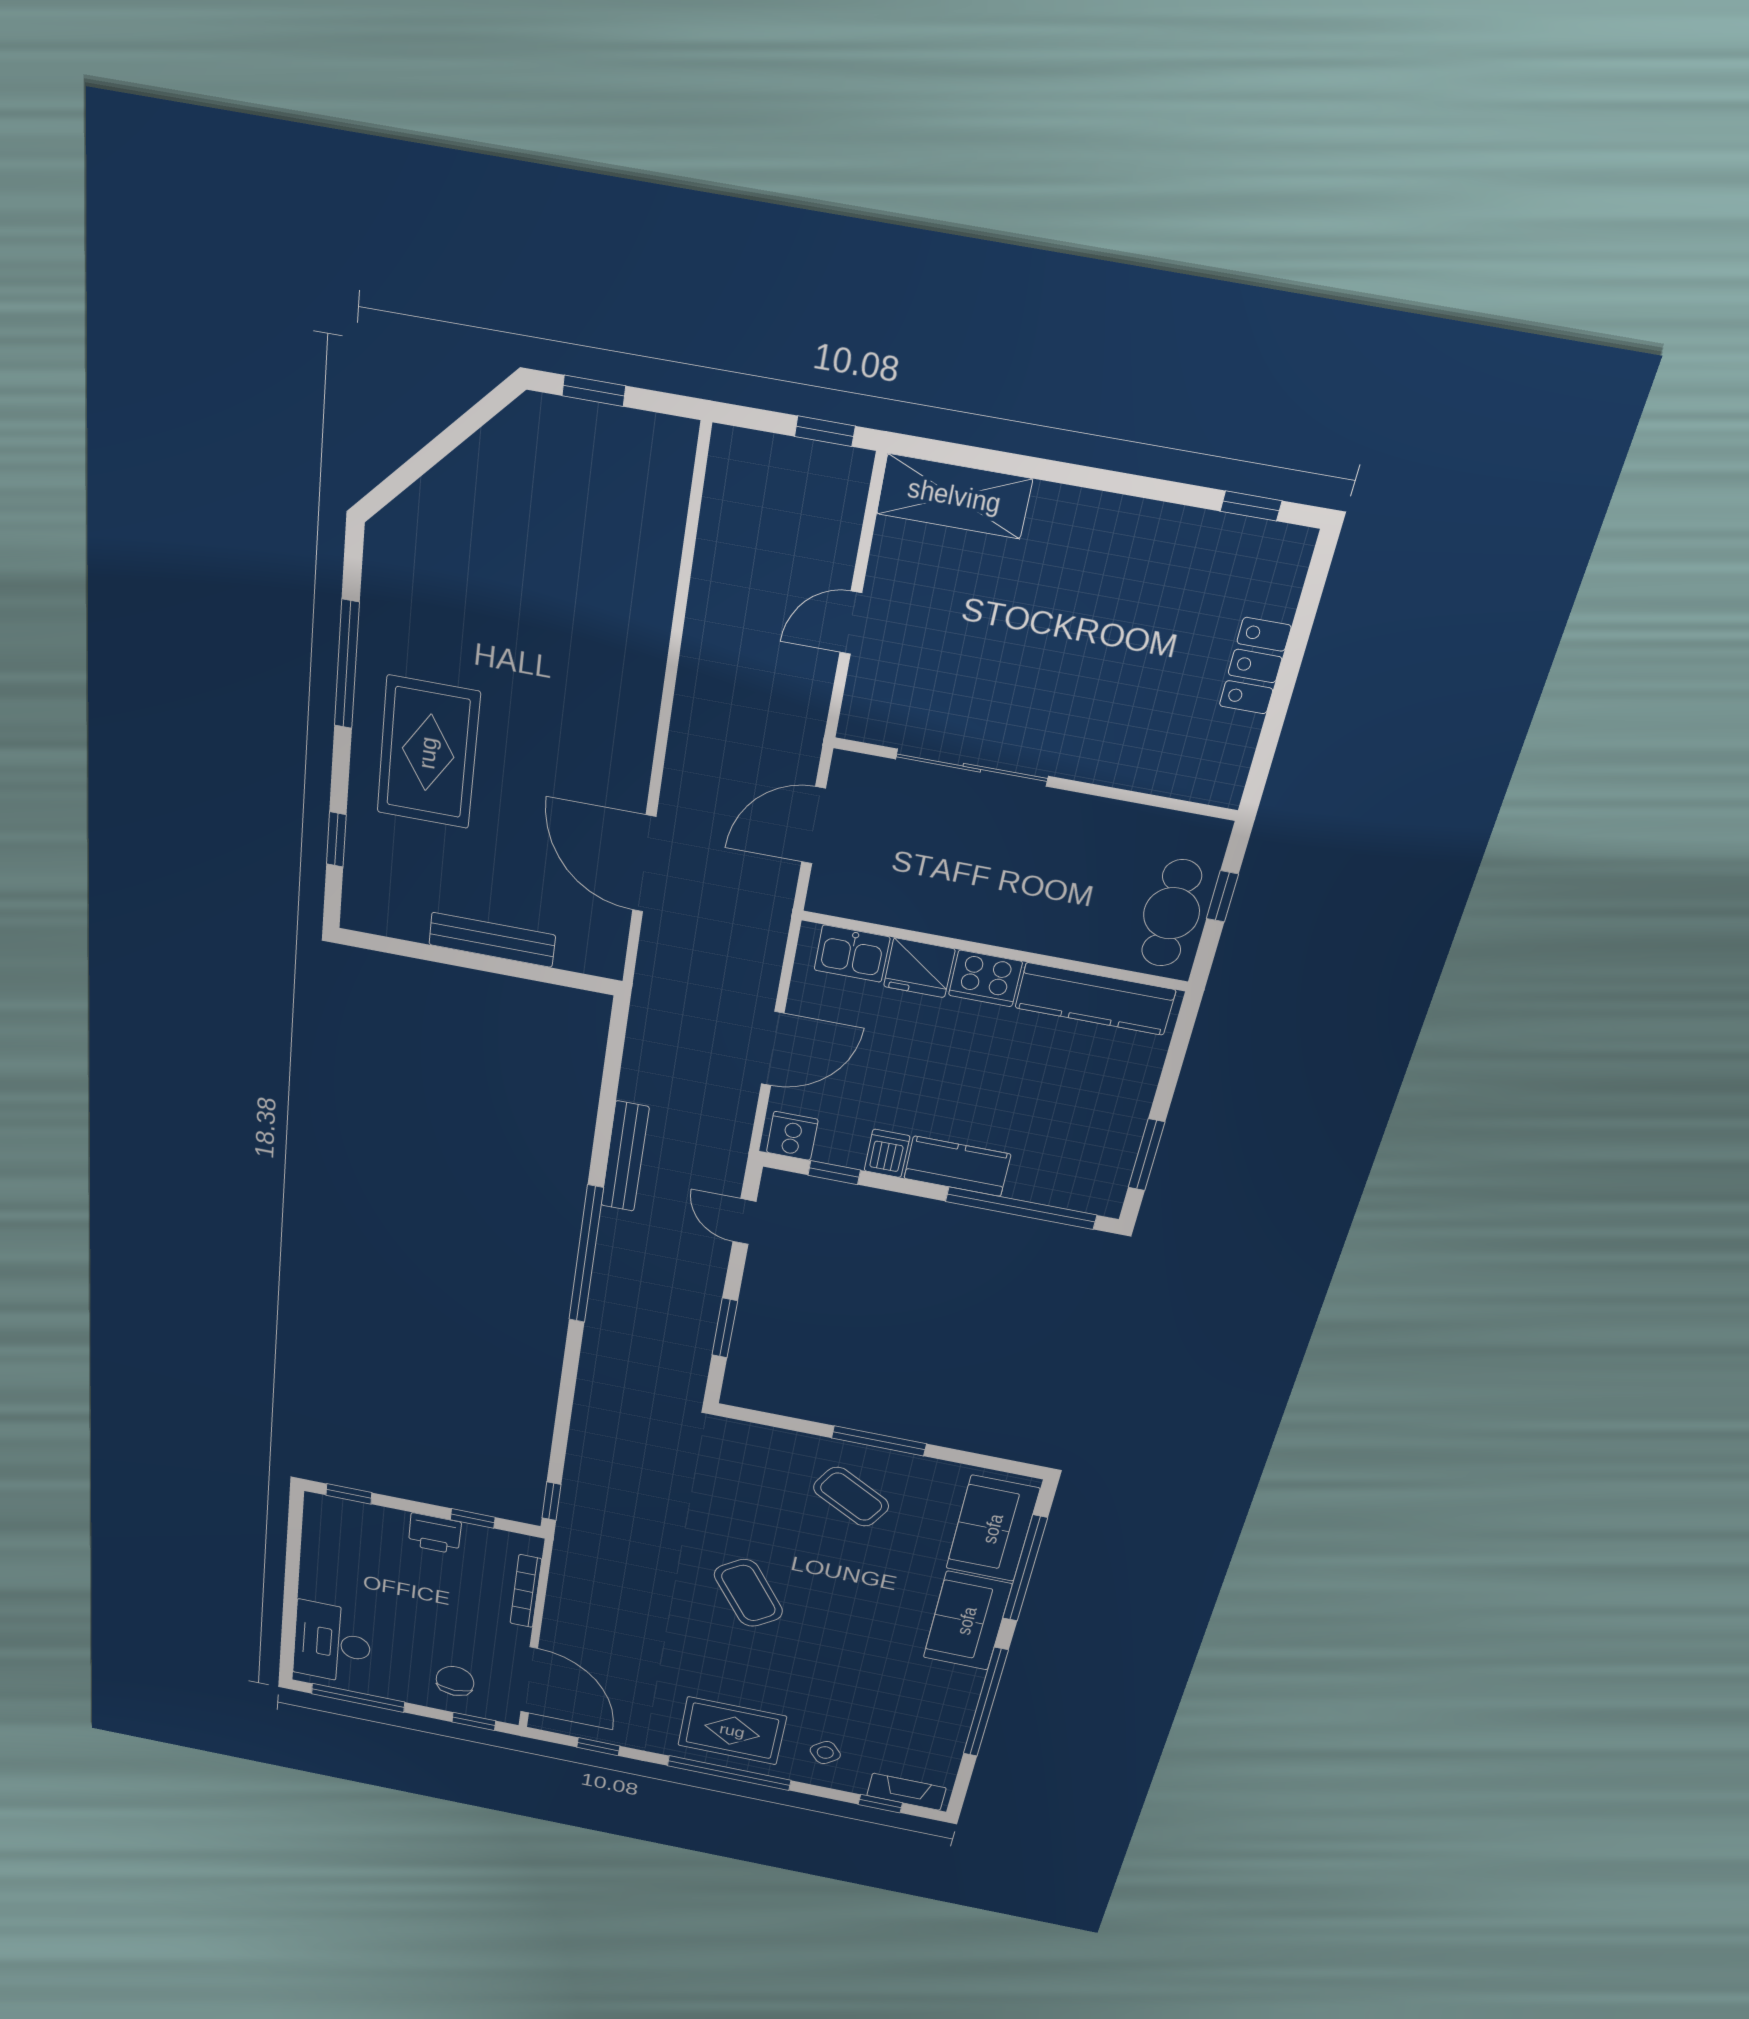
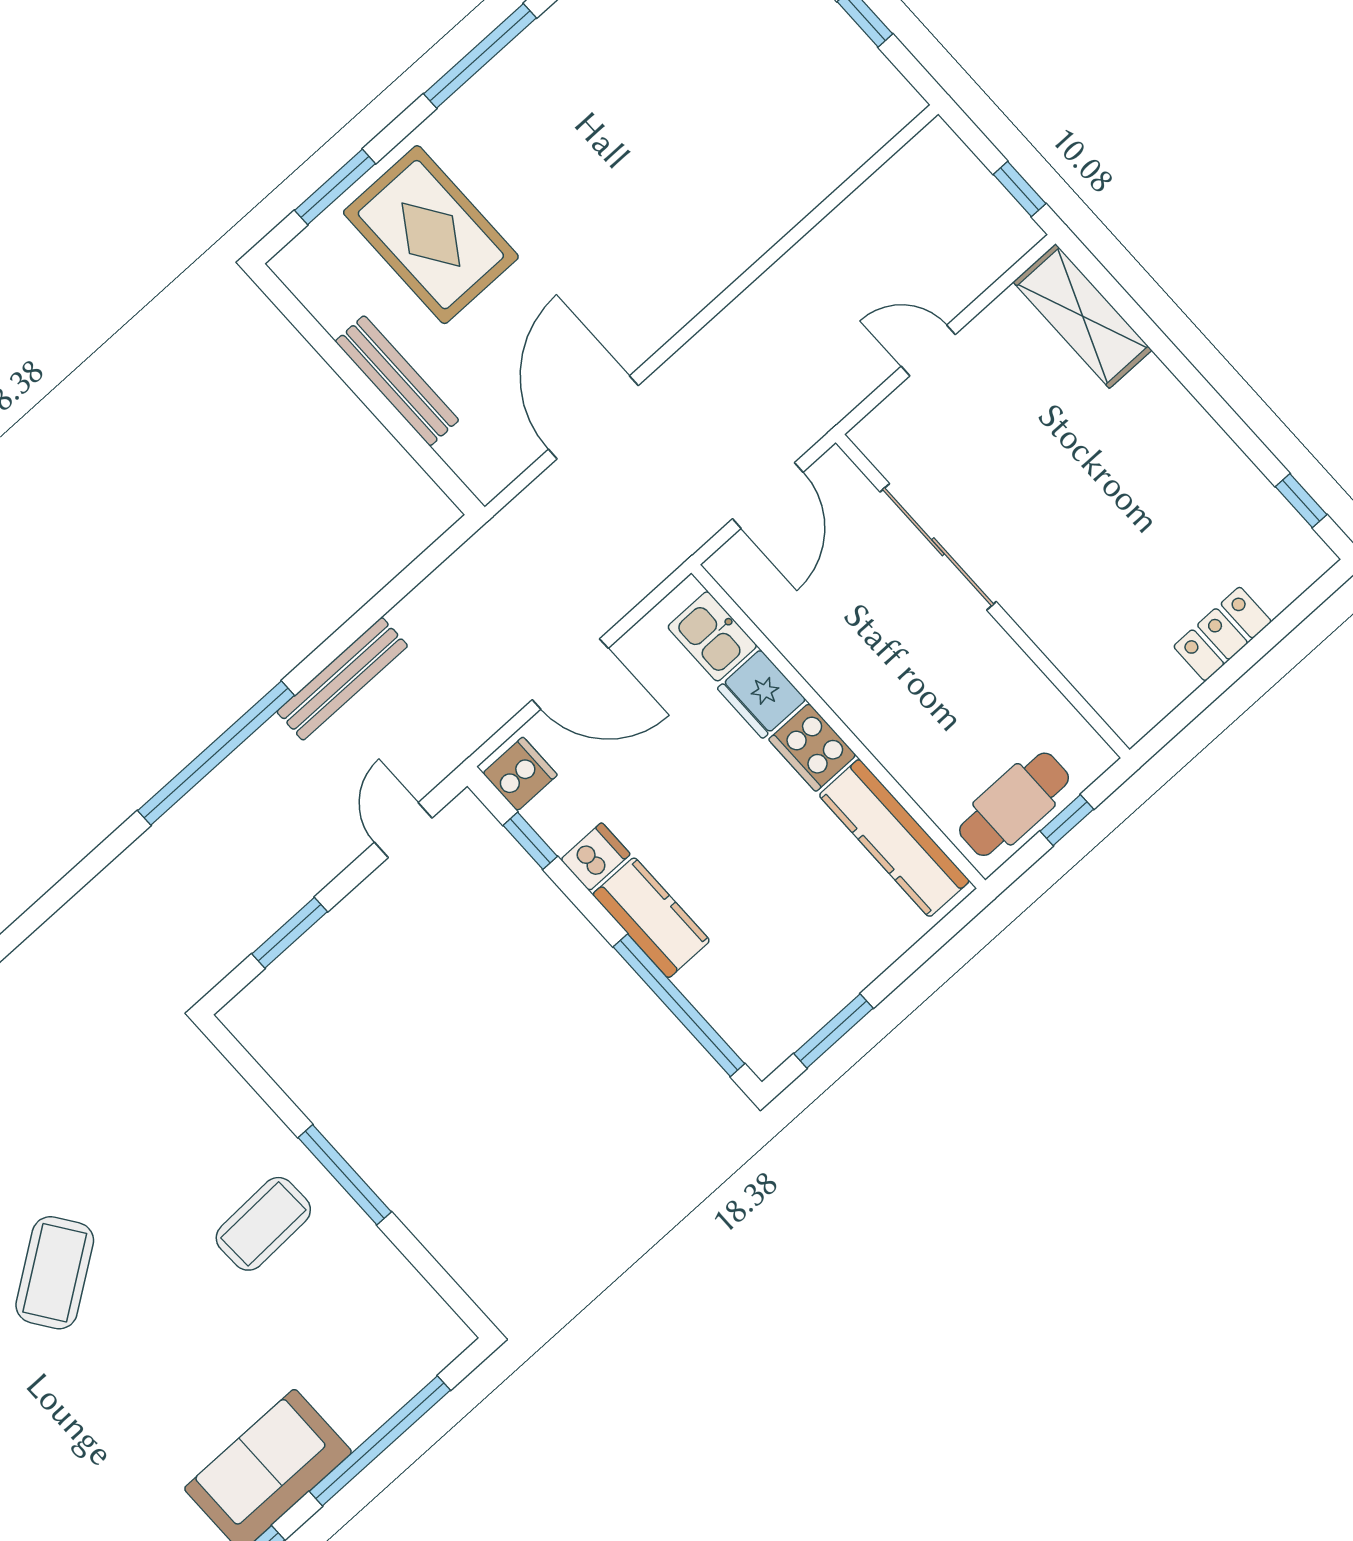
rug: (428, 753) -> (431, 235), moved, turned 90
door: (814, 825) -> (768, 496), swing flipped
window: (336, 839) -> (335, 187), width x1.50
coffee table: (851, 1497) -> (263, 1224), turned 58
sofa: (993, 1529) -> (383, 1365), removed

